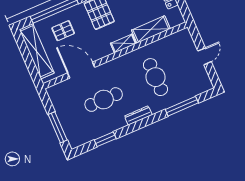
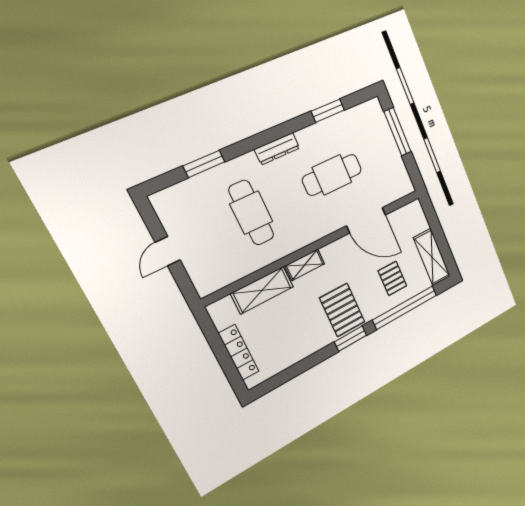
pallet: (63, 31) -> (392, 278), turned 90
shelving: (37, 51) -> (432, 257), width x0.68
window: (182, 106) -> (204, 164), width x0.69

